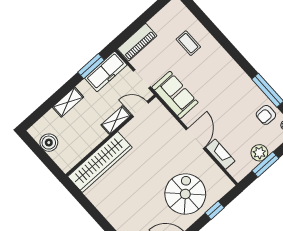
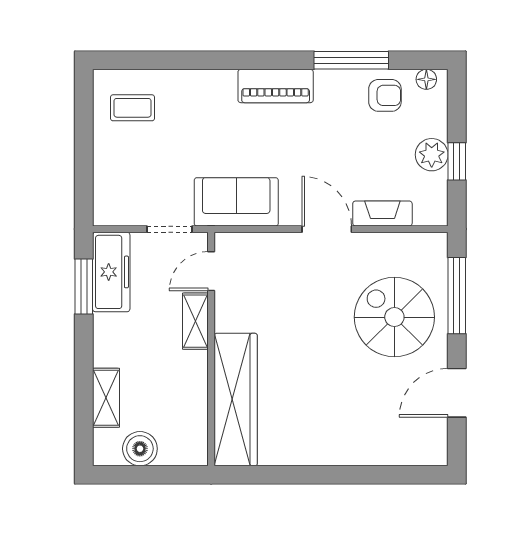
piano: (137, 42) -> (276, 86), moved, turned 90
coffee table: (188, 43) -> (132, 108), moved
shelving: (68, 102) -> (106, 398), moved
armchair: (266, 115) -> (385, 95), turned -90
window: (265, 165) -> (457, 161), width x0.67
window: (215, 210) -> (457, 296), width x2.17

